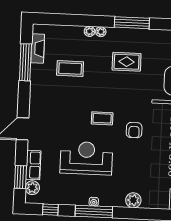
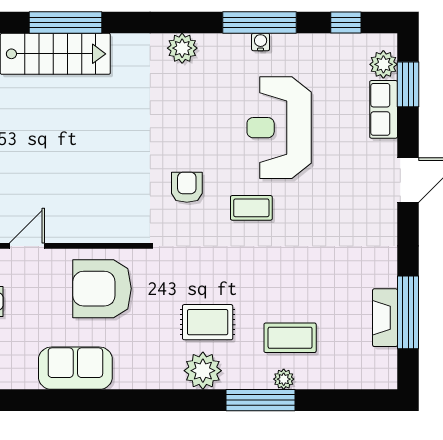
window: (132, 23) -> (260, 400), moved
plant: (101, 32) -> (203, 371), moved, width x1.87, depth x1.87
fireplace: (38, 48) -> (385, 318), moved
coffee table: (70, 69) -> (290, 338), moved
reception desk: (86, 158) -> (279, 128), turned 90

